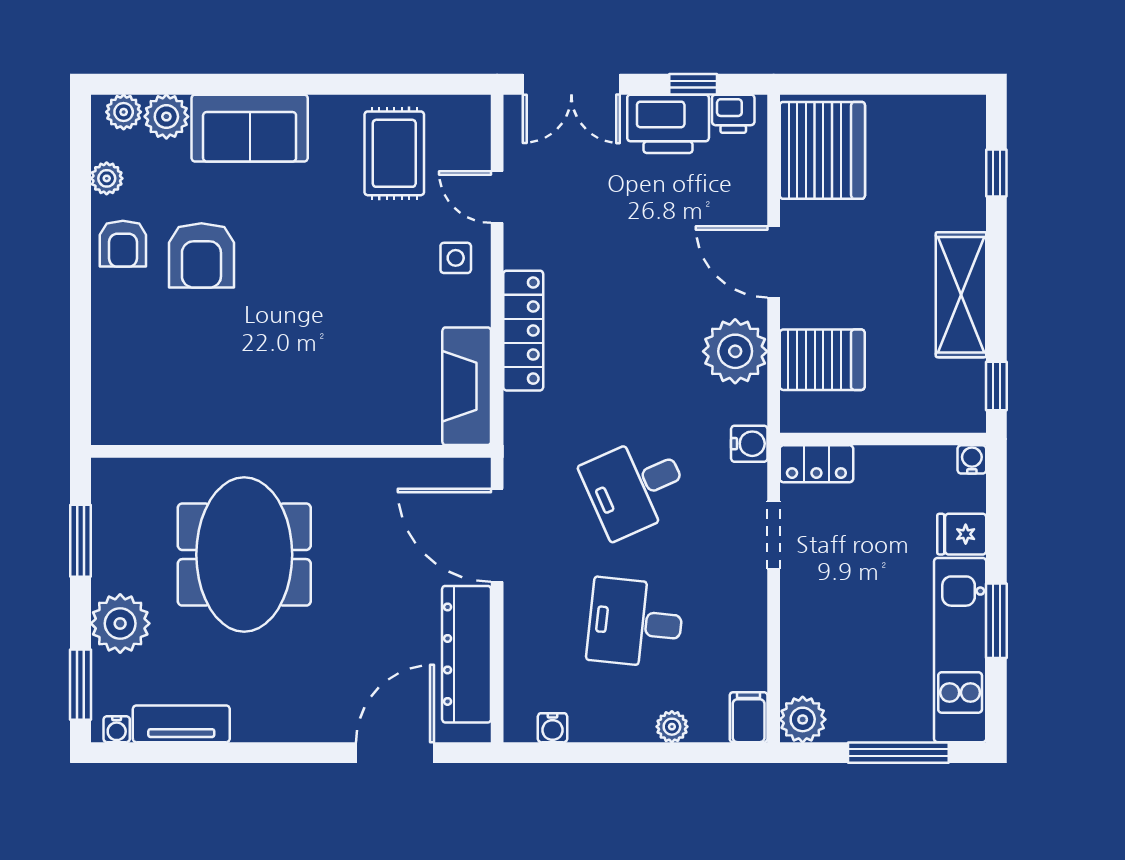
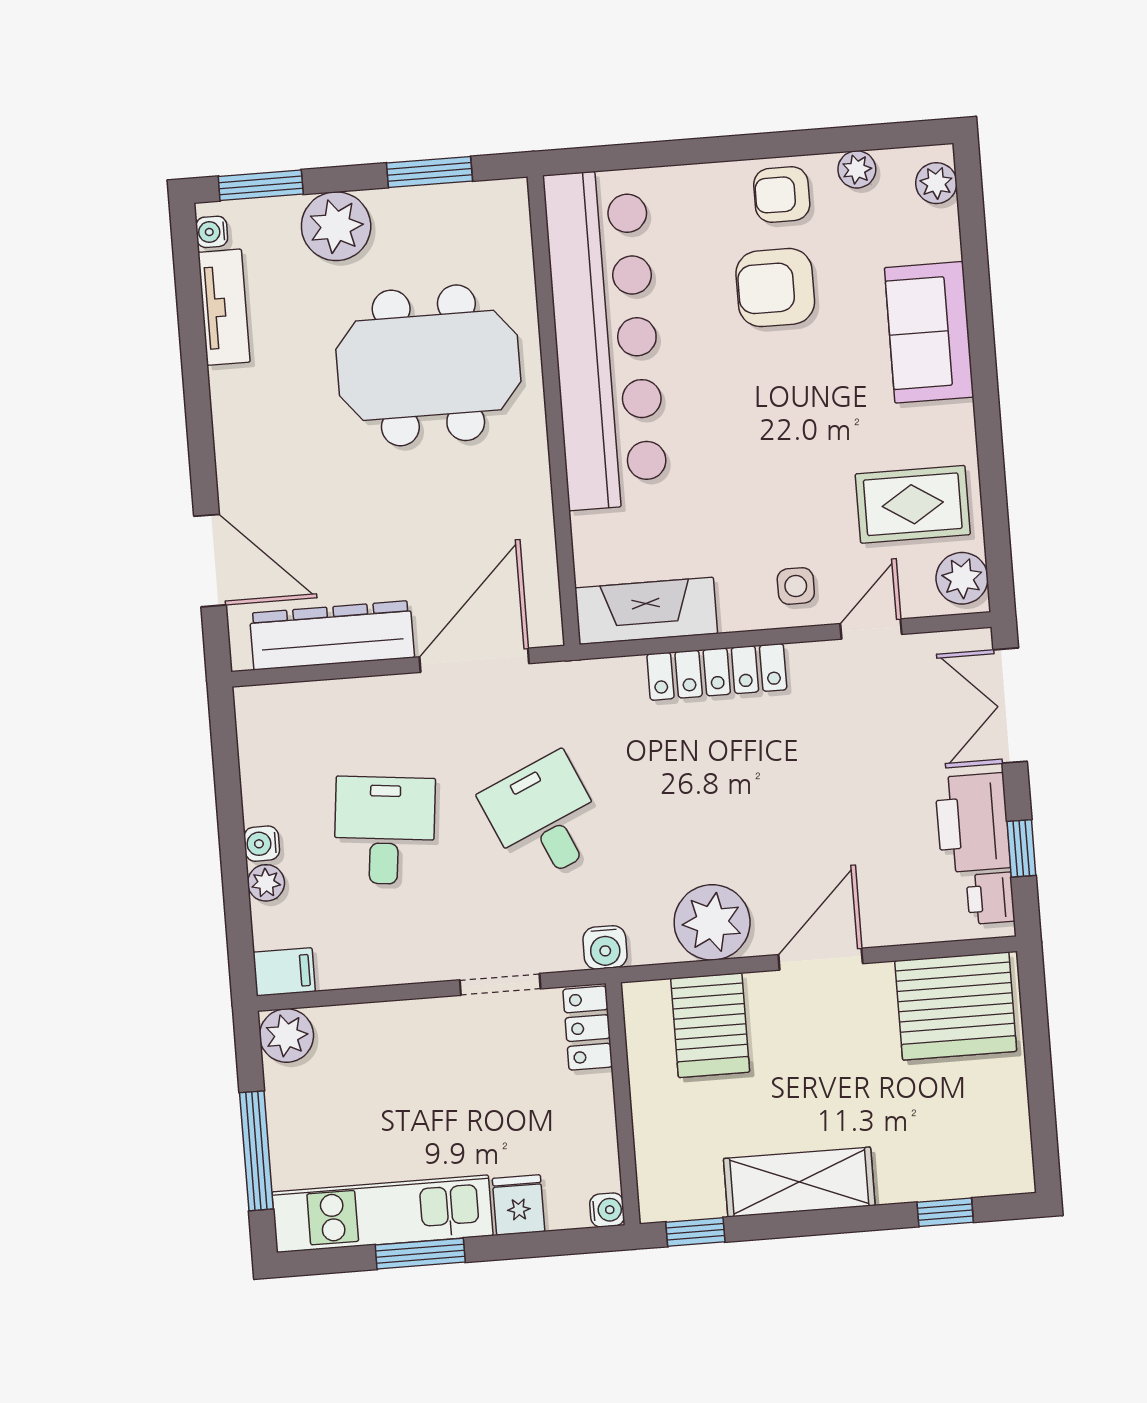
plant: (166, 117) -> (962, 578), moved
bar counter: (234, 402) -> (606, 339), added
water cooler: (552, 728) -> (262, 844), moved

